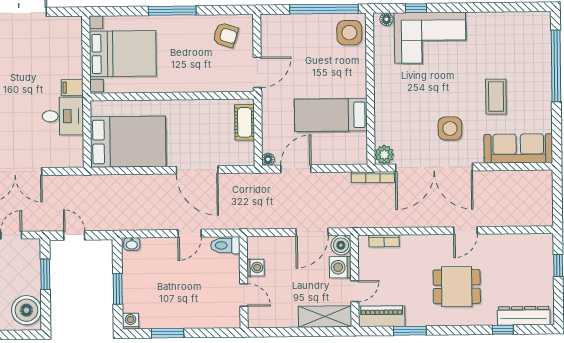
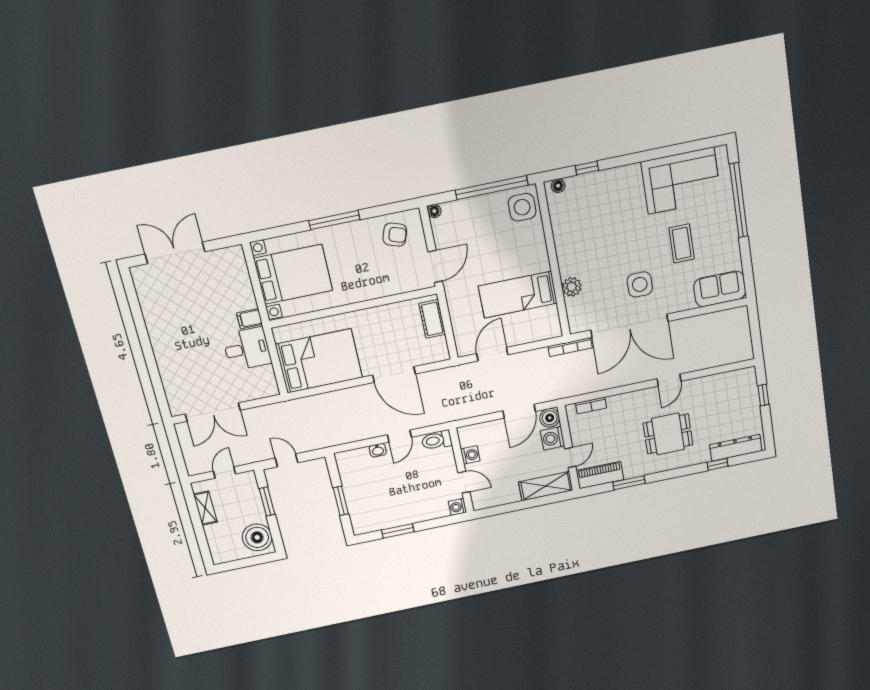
corner sofa: (430, 38) -> (681, 181), moved
sofa: (518, 148) -> (720, 289), width x0.73
plant: (384, 155) -> (572, 287), moved
floor lamp: (268, 159) -> (434, 211), moved
washbasin: (132, 244) -> (378, 450), moved
washing machine: (130, 321) -> (458, 507), moved, turned -90

